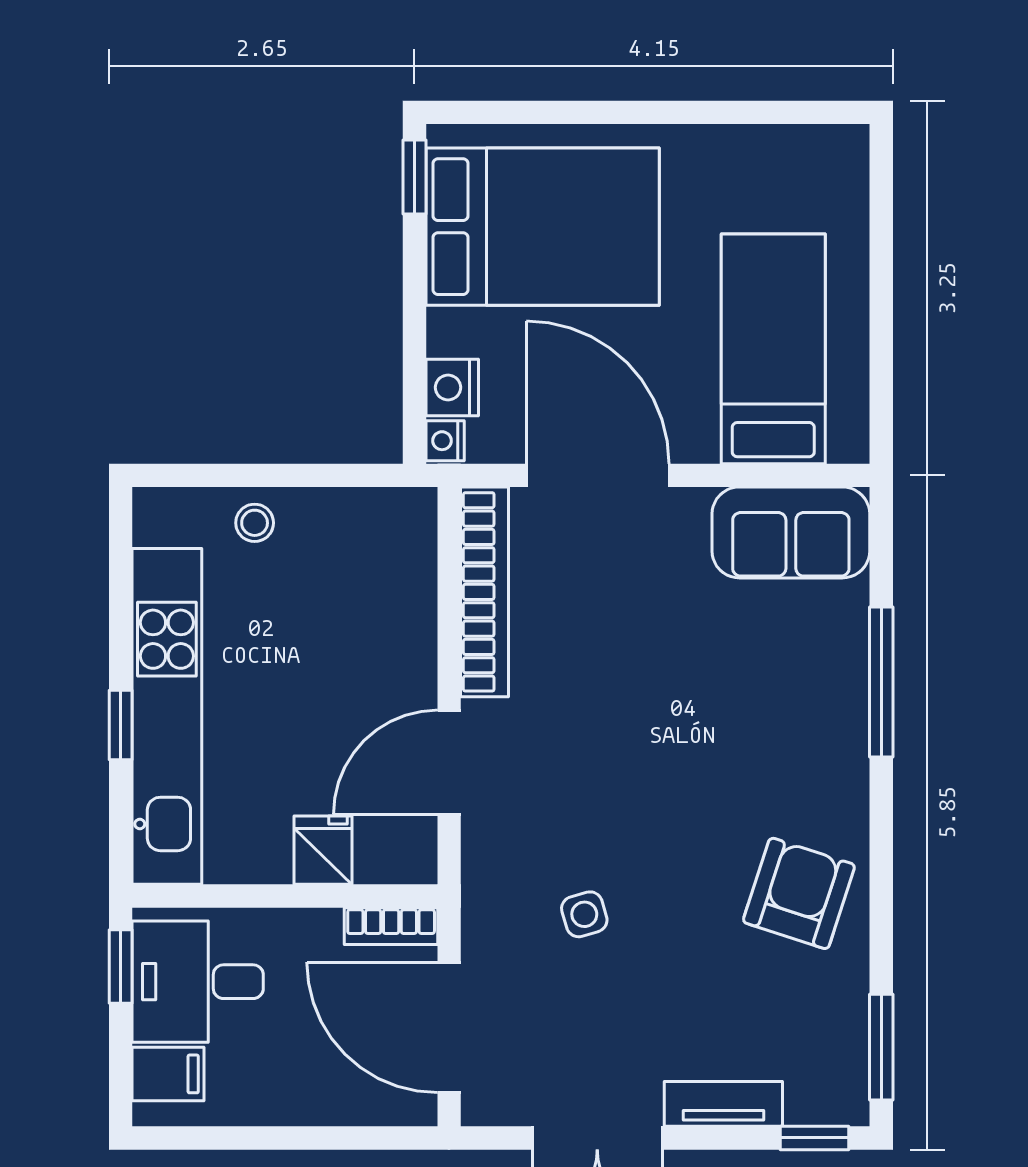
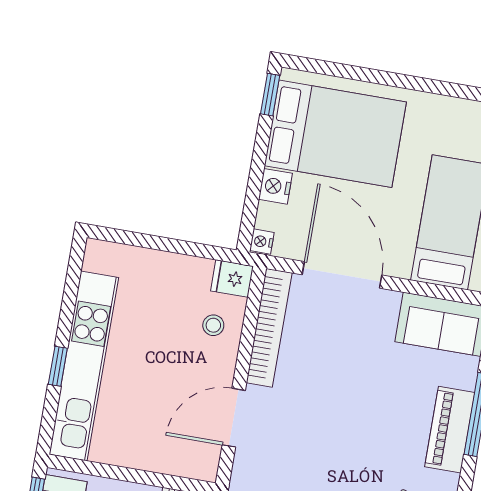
nightstand: (452, 387) -> (275, 186), moved
stool: (255, 523) -> (213, 325), moved
piano: (837, 717) -> (450, 430), added
fridge: (323, 850) -> (232, 279), moved, turned -90

